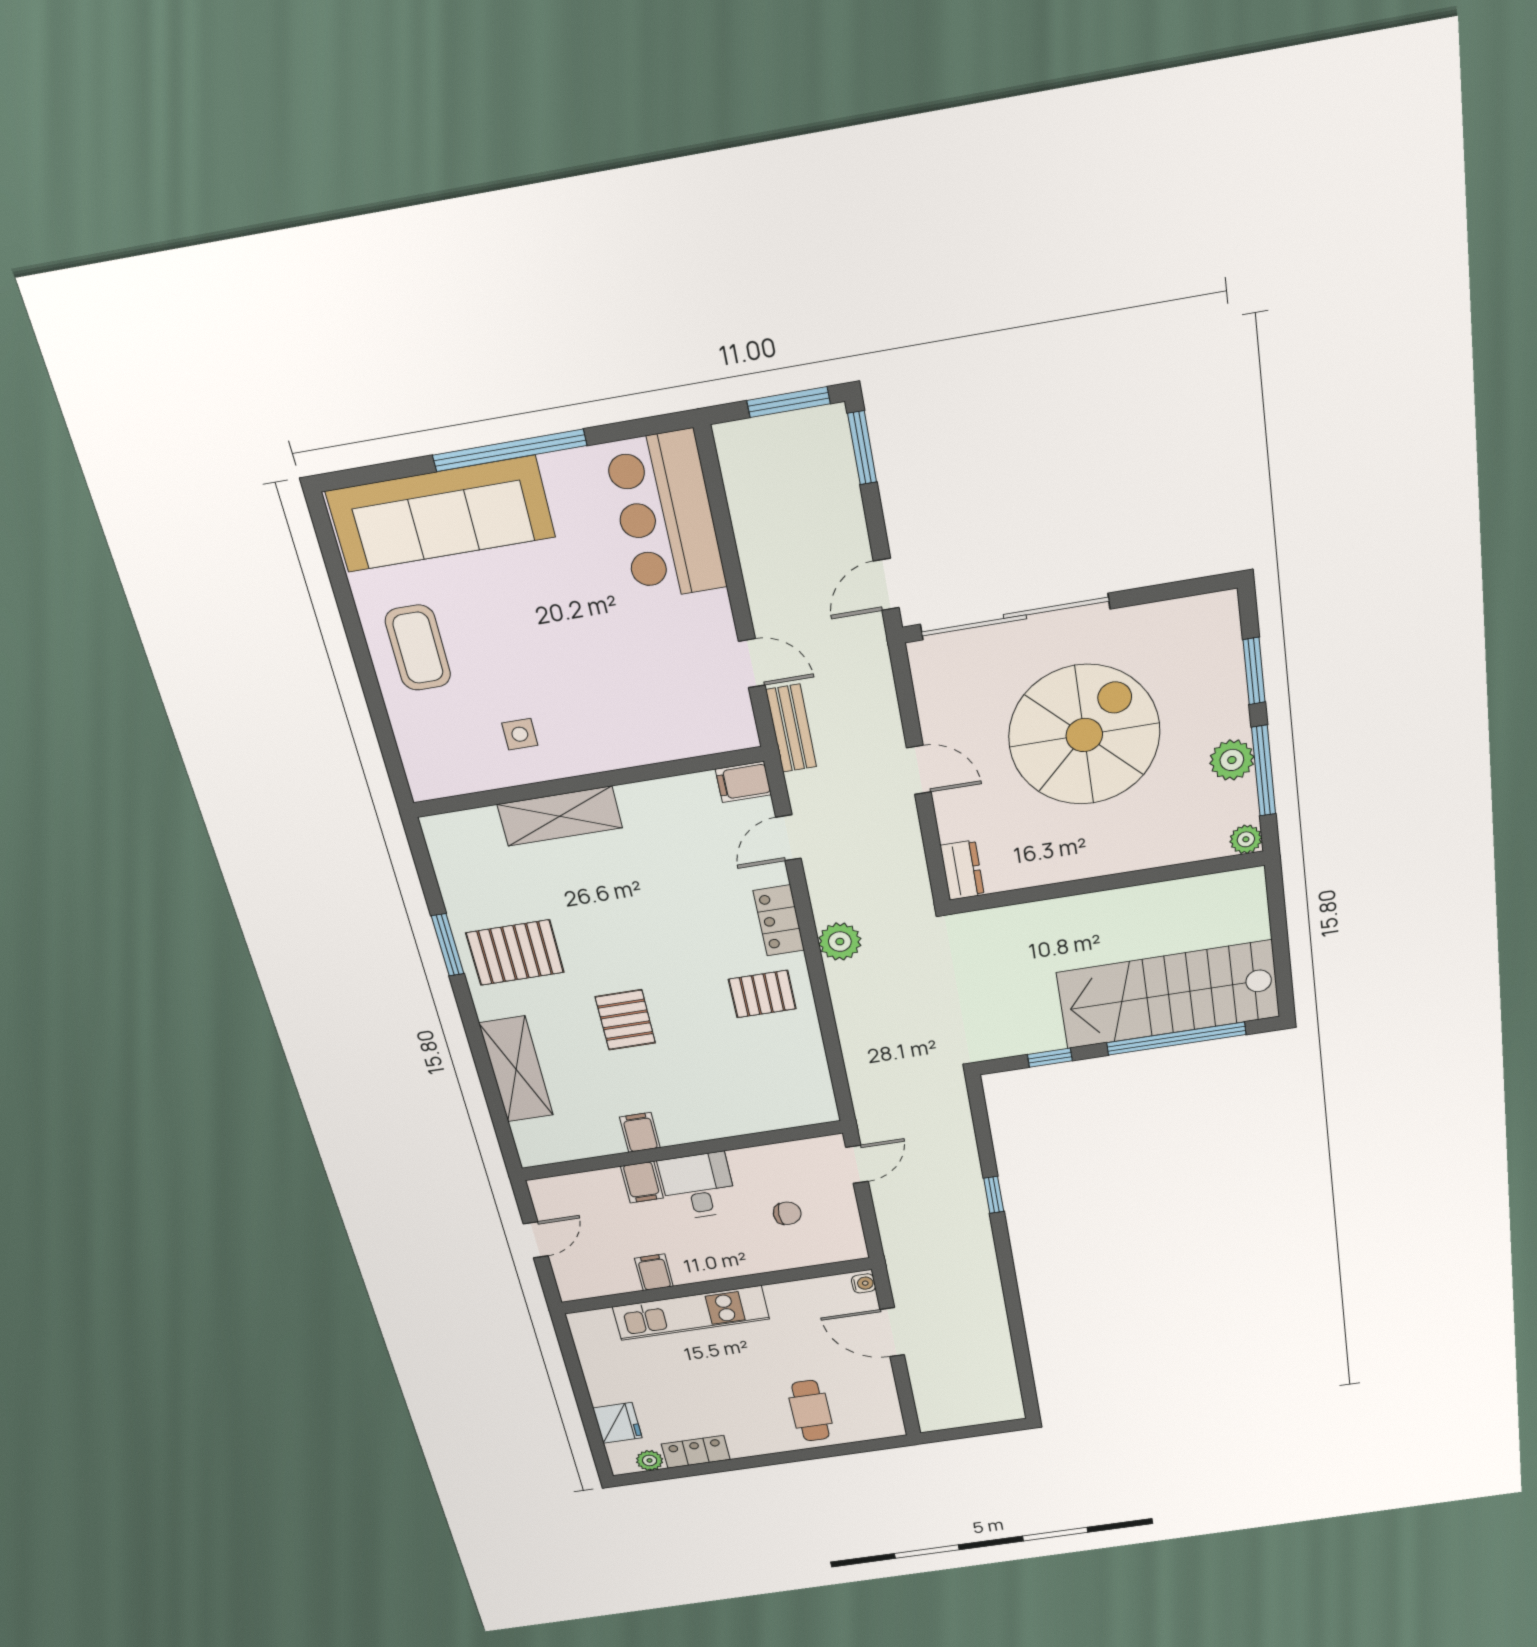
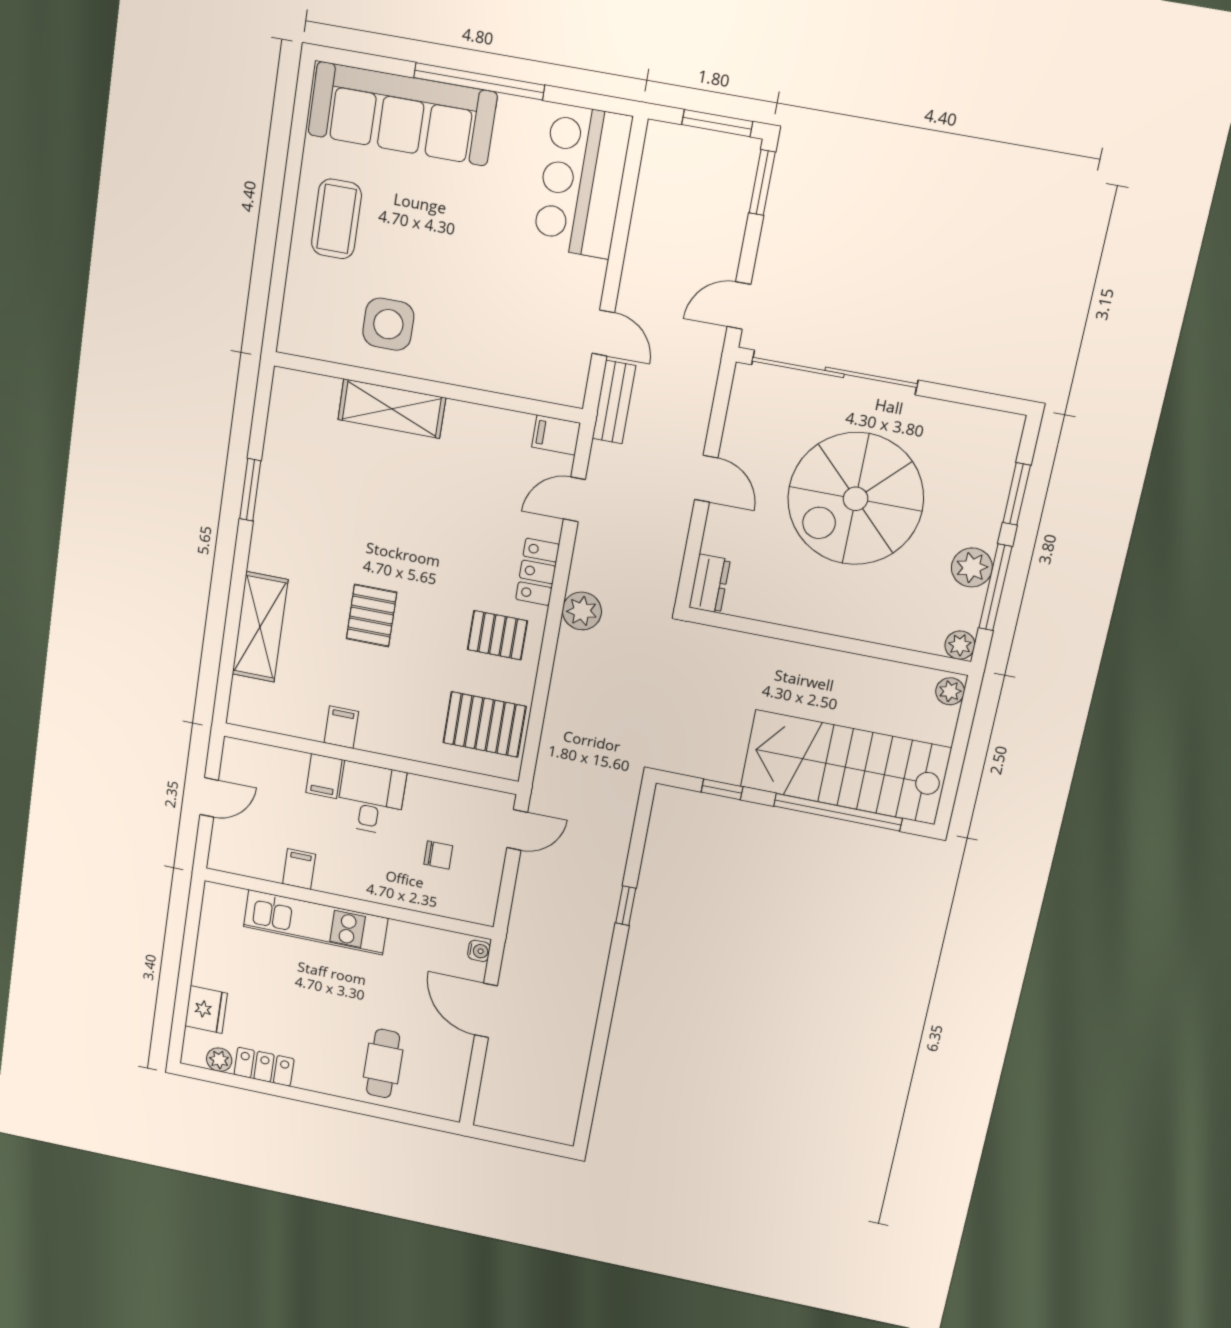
side table: (520, 734) -> (388, 324), width x1.87, depth x1.87
spiral stairs: (1084, 735) -> (856, 499), turned 180
plant: (1251, 887) -> (950, 691), added
pallet: (515, 953) -> (484, 724), moved

